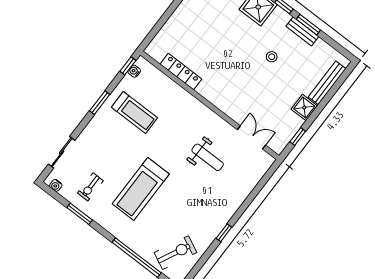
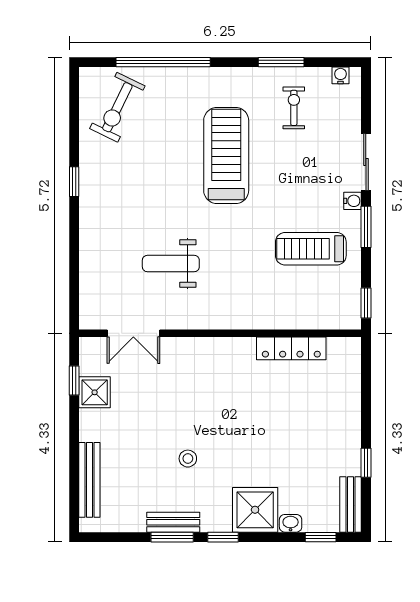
water cooler: (134, 71) -> (352, 201), moved
shower: (304, 108) -> (95, 392), moved
sliding door: (62, 152) -> (366, 162), moved

